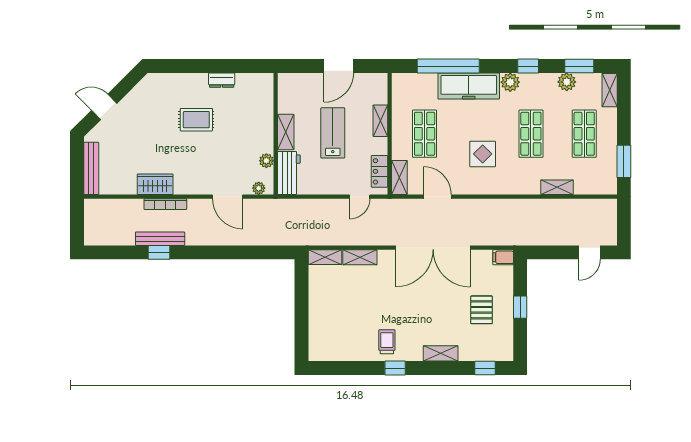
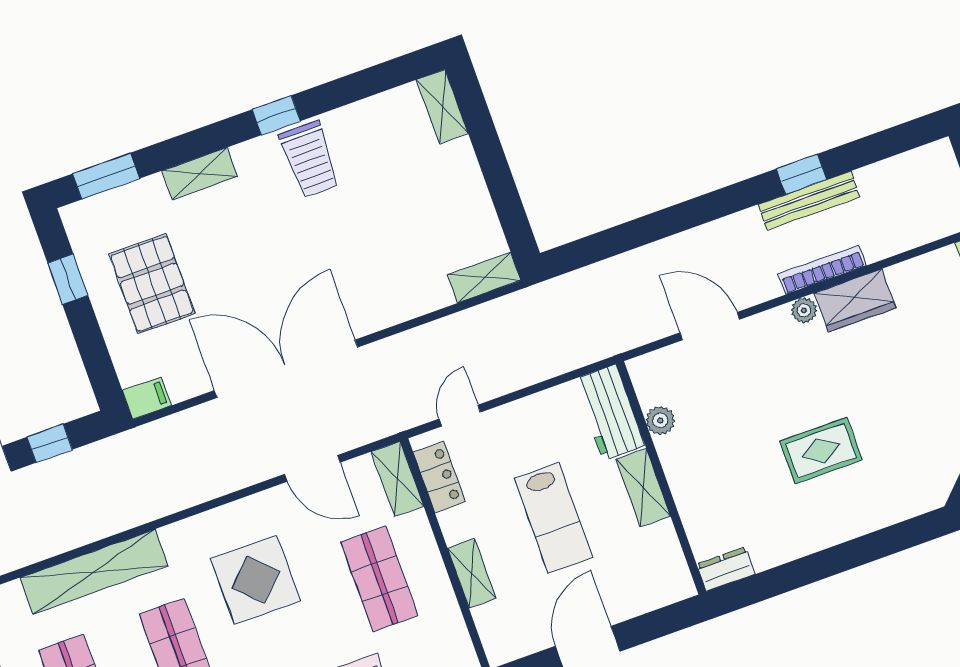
dresser: (222, 80) -> (726, 569), moved
display table: (483, 154) -> (256, 580), width x1.36, depth x1.36
shelving: (557, 187) -> (94, 572), width x2.20, depth x1.33
plant: (259, 188) -> (804, 310), moved
window: (556, 252) -> (50, 443), added
shelving: (360, 257) -> (442, 107), moved, turned 90
window: (520, 307) -> (68, 279), moved
pallet: (482, 310) -> (152, 284), width x1.50, depth x1.42
trolley: (387, 342) -> (310, 159), width x1.36, depth x1.39
window: (485, 368) -> (106, 176), width x1.50

